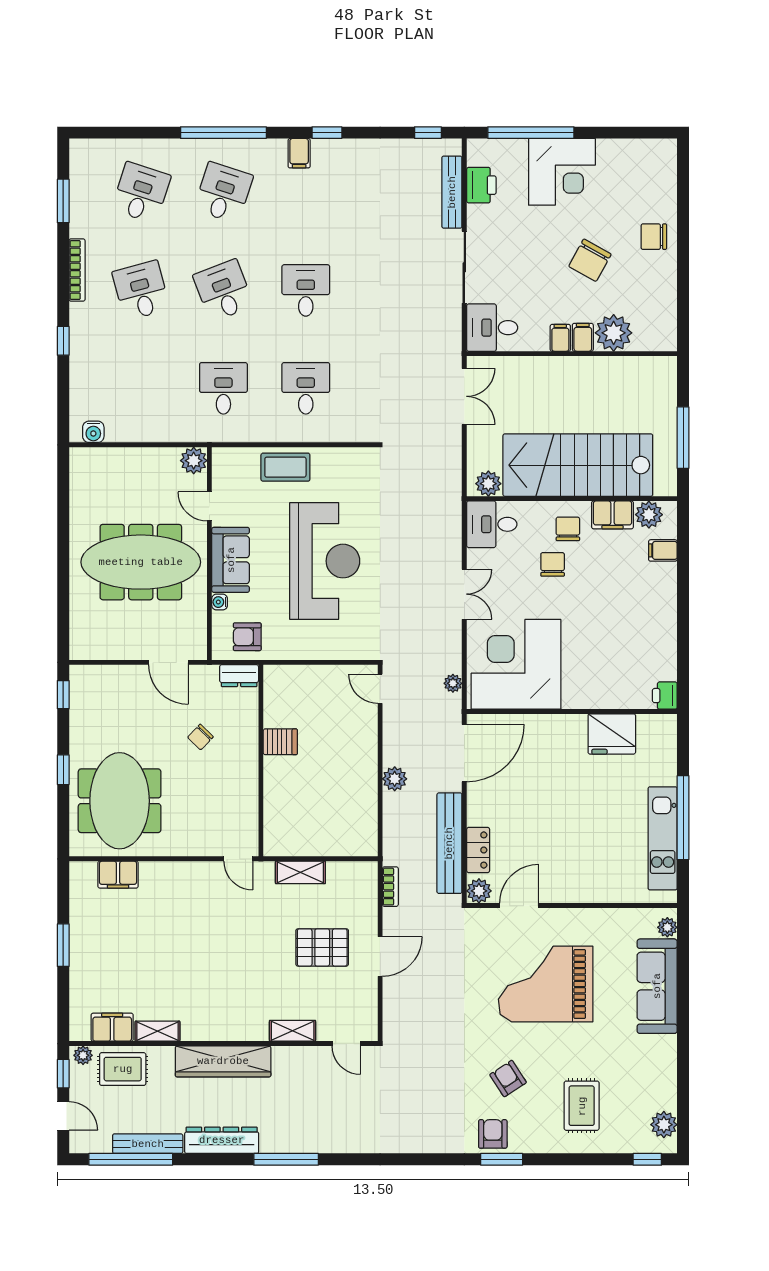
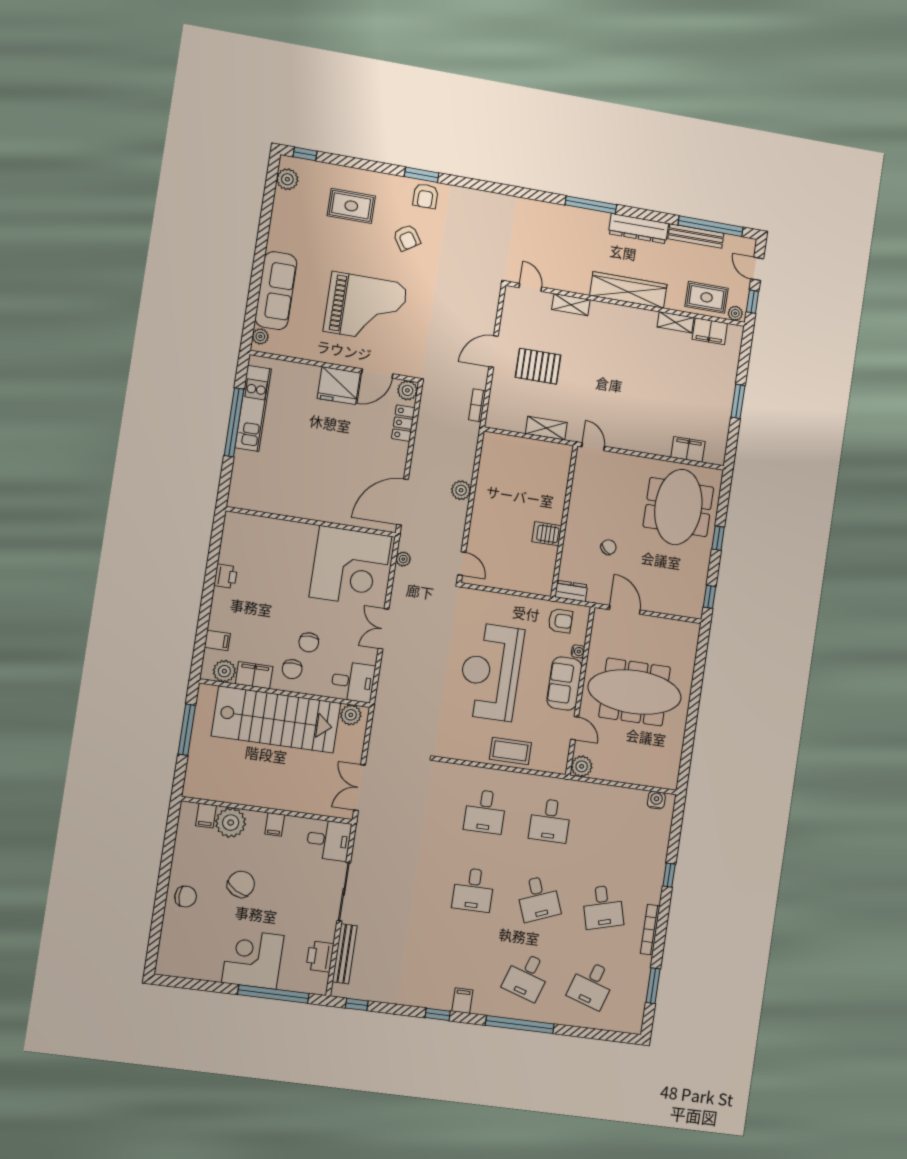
filing cabinet: (583, 337) -> (206, 816), moved
printer: (665, 696) -> (226, 576), moved
fridge: (612, 734) -> (339, 386), moved, turned 180
bench: (449, 843) -> (425, 432), removed
rug: (582, 1106) -> (351, 206), turned 90

